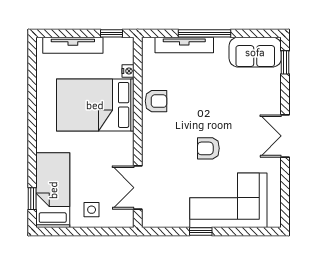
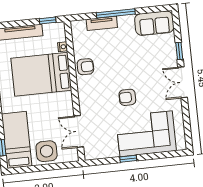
tv unit: (184, 45) -> (102, 23), width x0.71
window: (285, 62) -> (179, 51), moved
side table: (92, 210) -> (47, 151), width x1.87, depth x1.87

